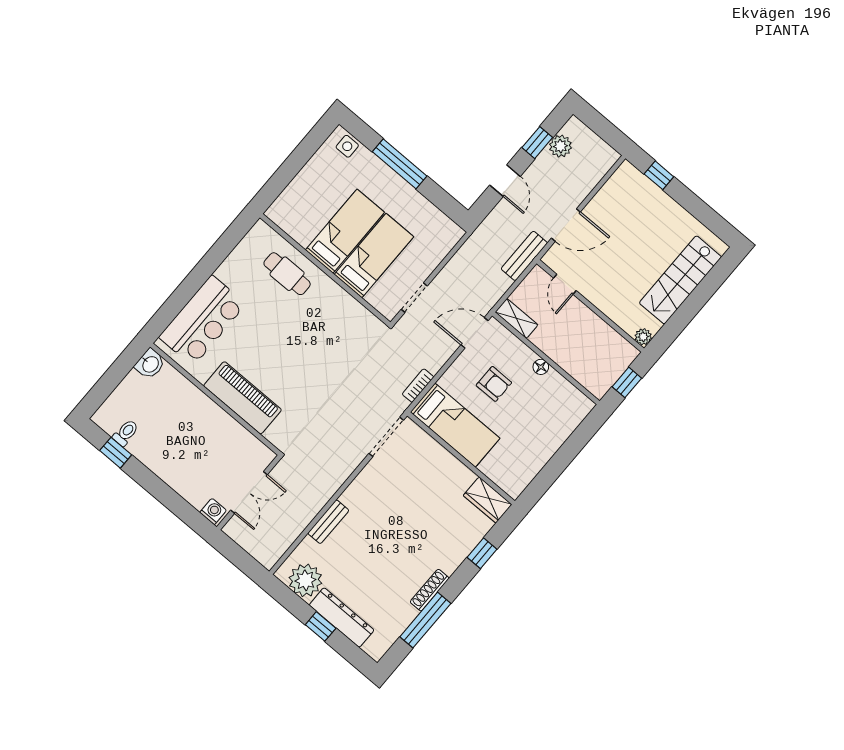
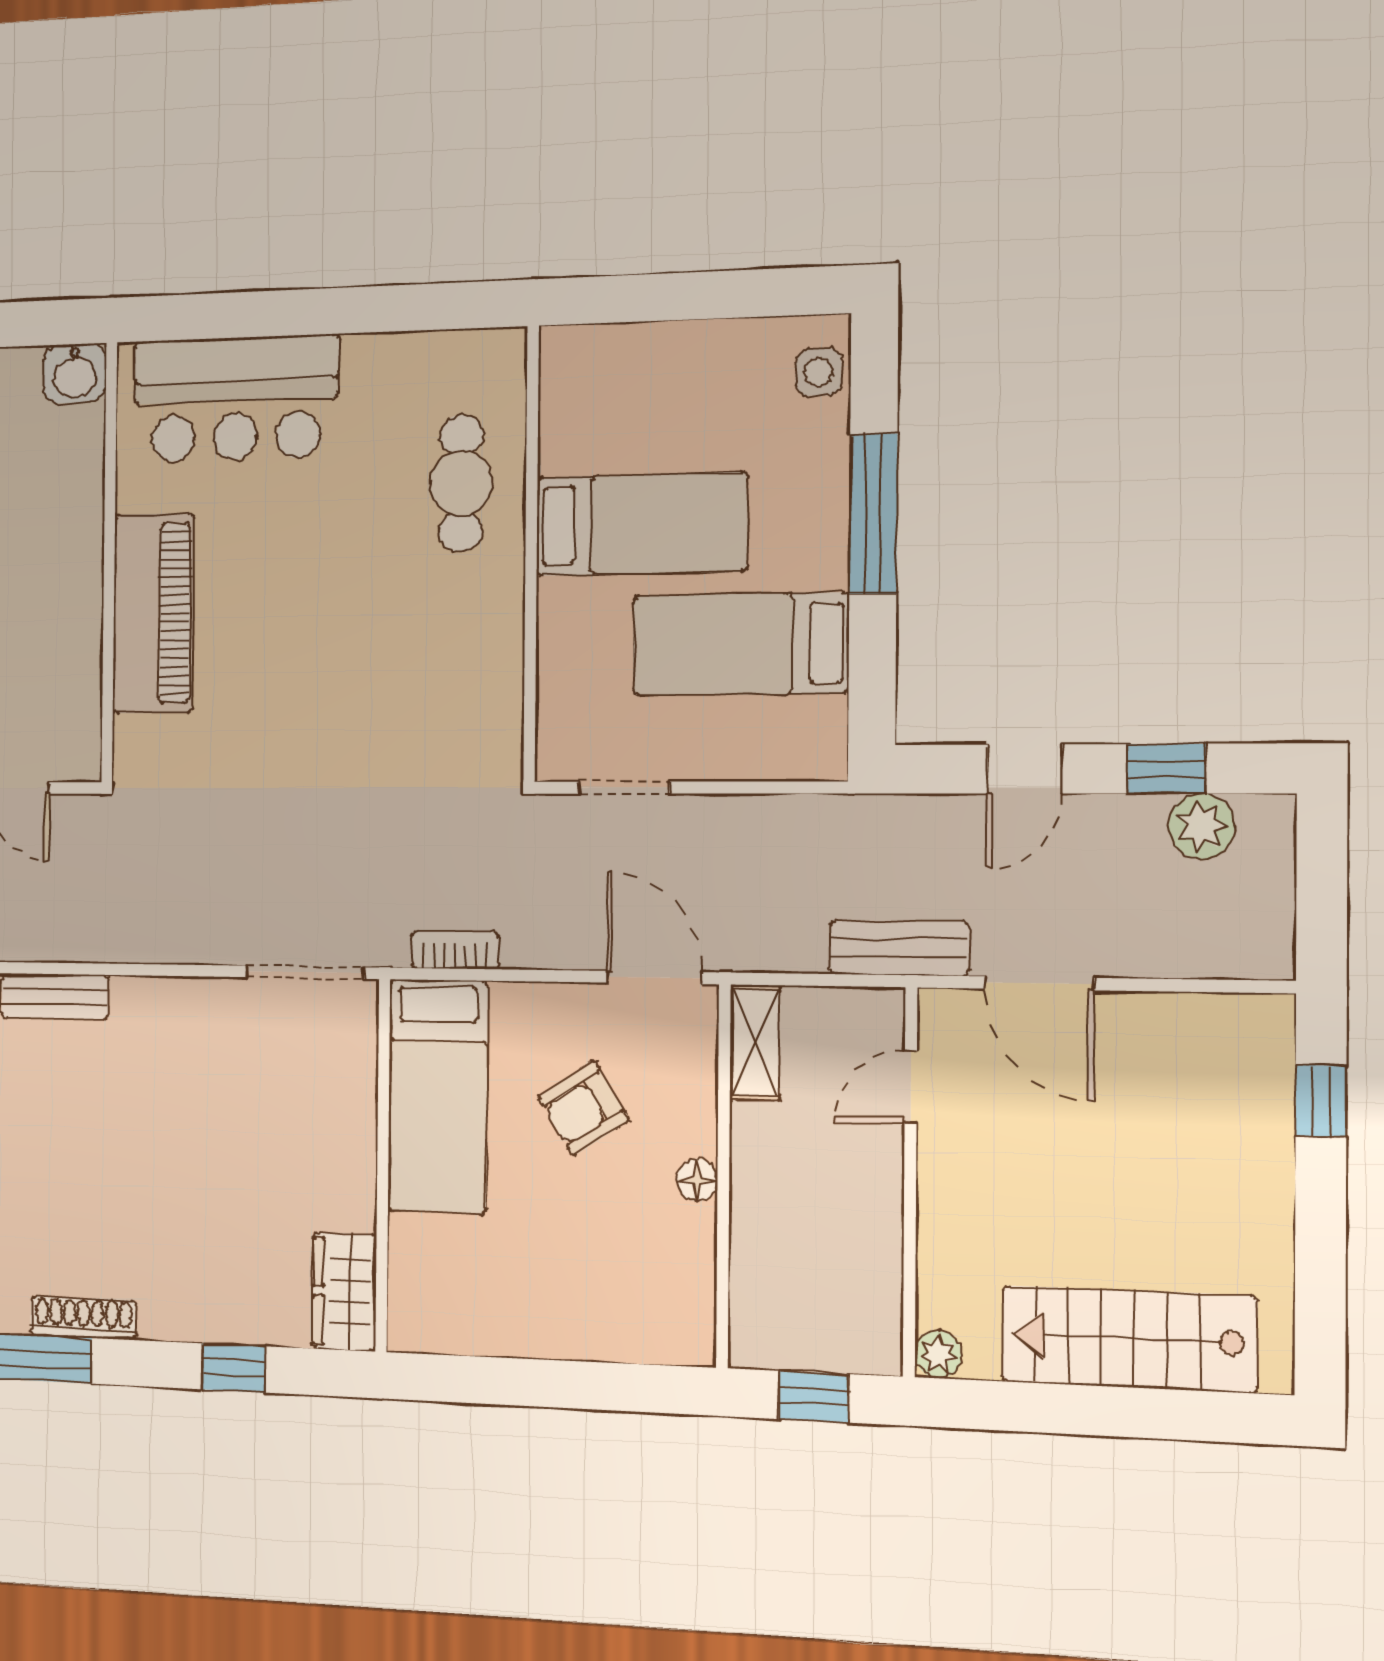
bed: (374, 256) -> (740, 644), moved, turned 180
armchair: (494, 384) -> (583, 1108), turned 57

